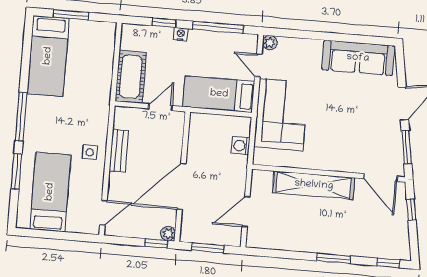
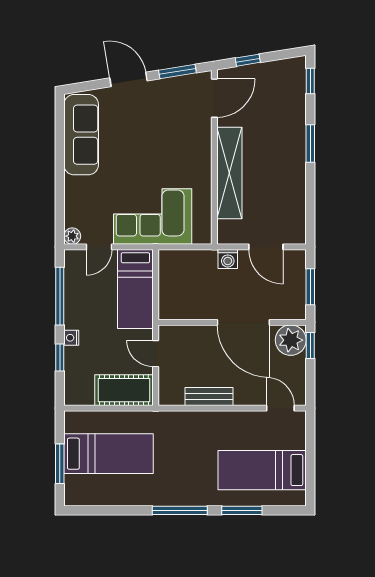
bed: (48, 56) -> (109, 454), moved
washing machine: (241, 146) -> (228, 259), moved
side table: (90, 152) -> (214, 429), removed
plant: (168, 234) -> (291, 340), width x1.88, depth x1.88

